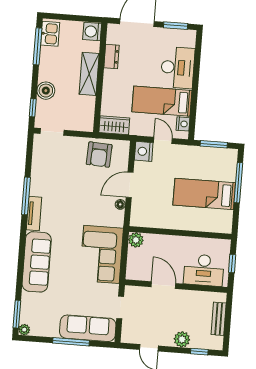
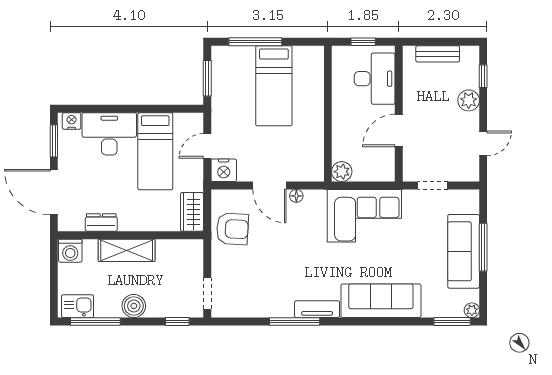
boiler: (46, 91) -> (134, 306), moved
nightstand: (183, 124) -> (72, 121), moved
sofa: (88, 328) -> (464, 251), moved

